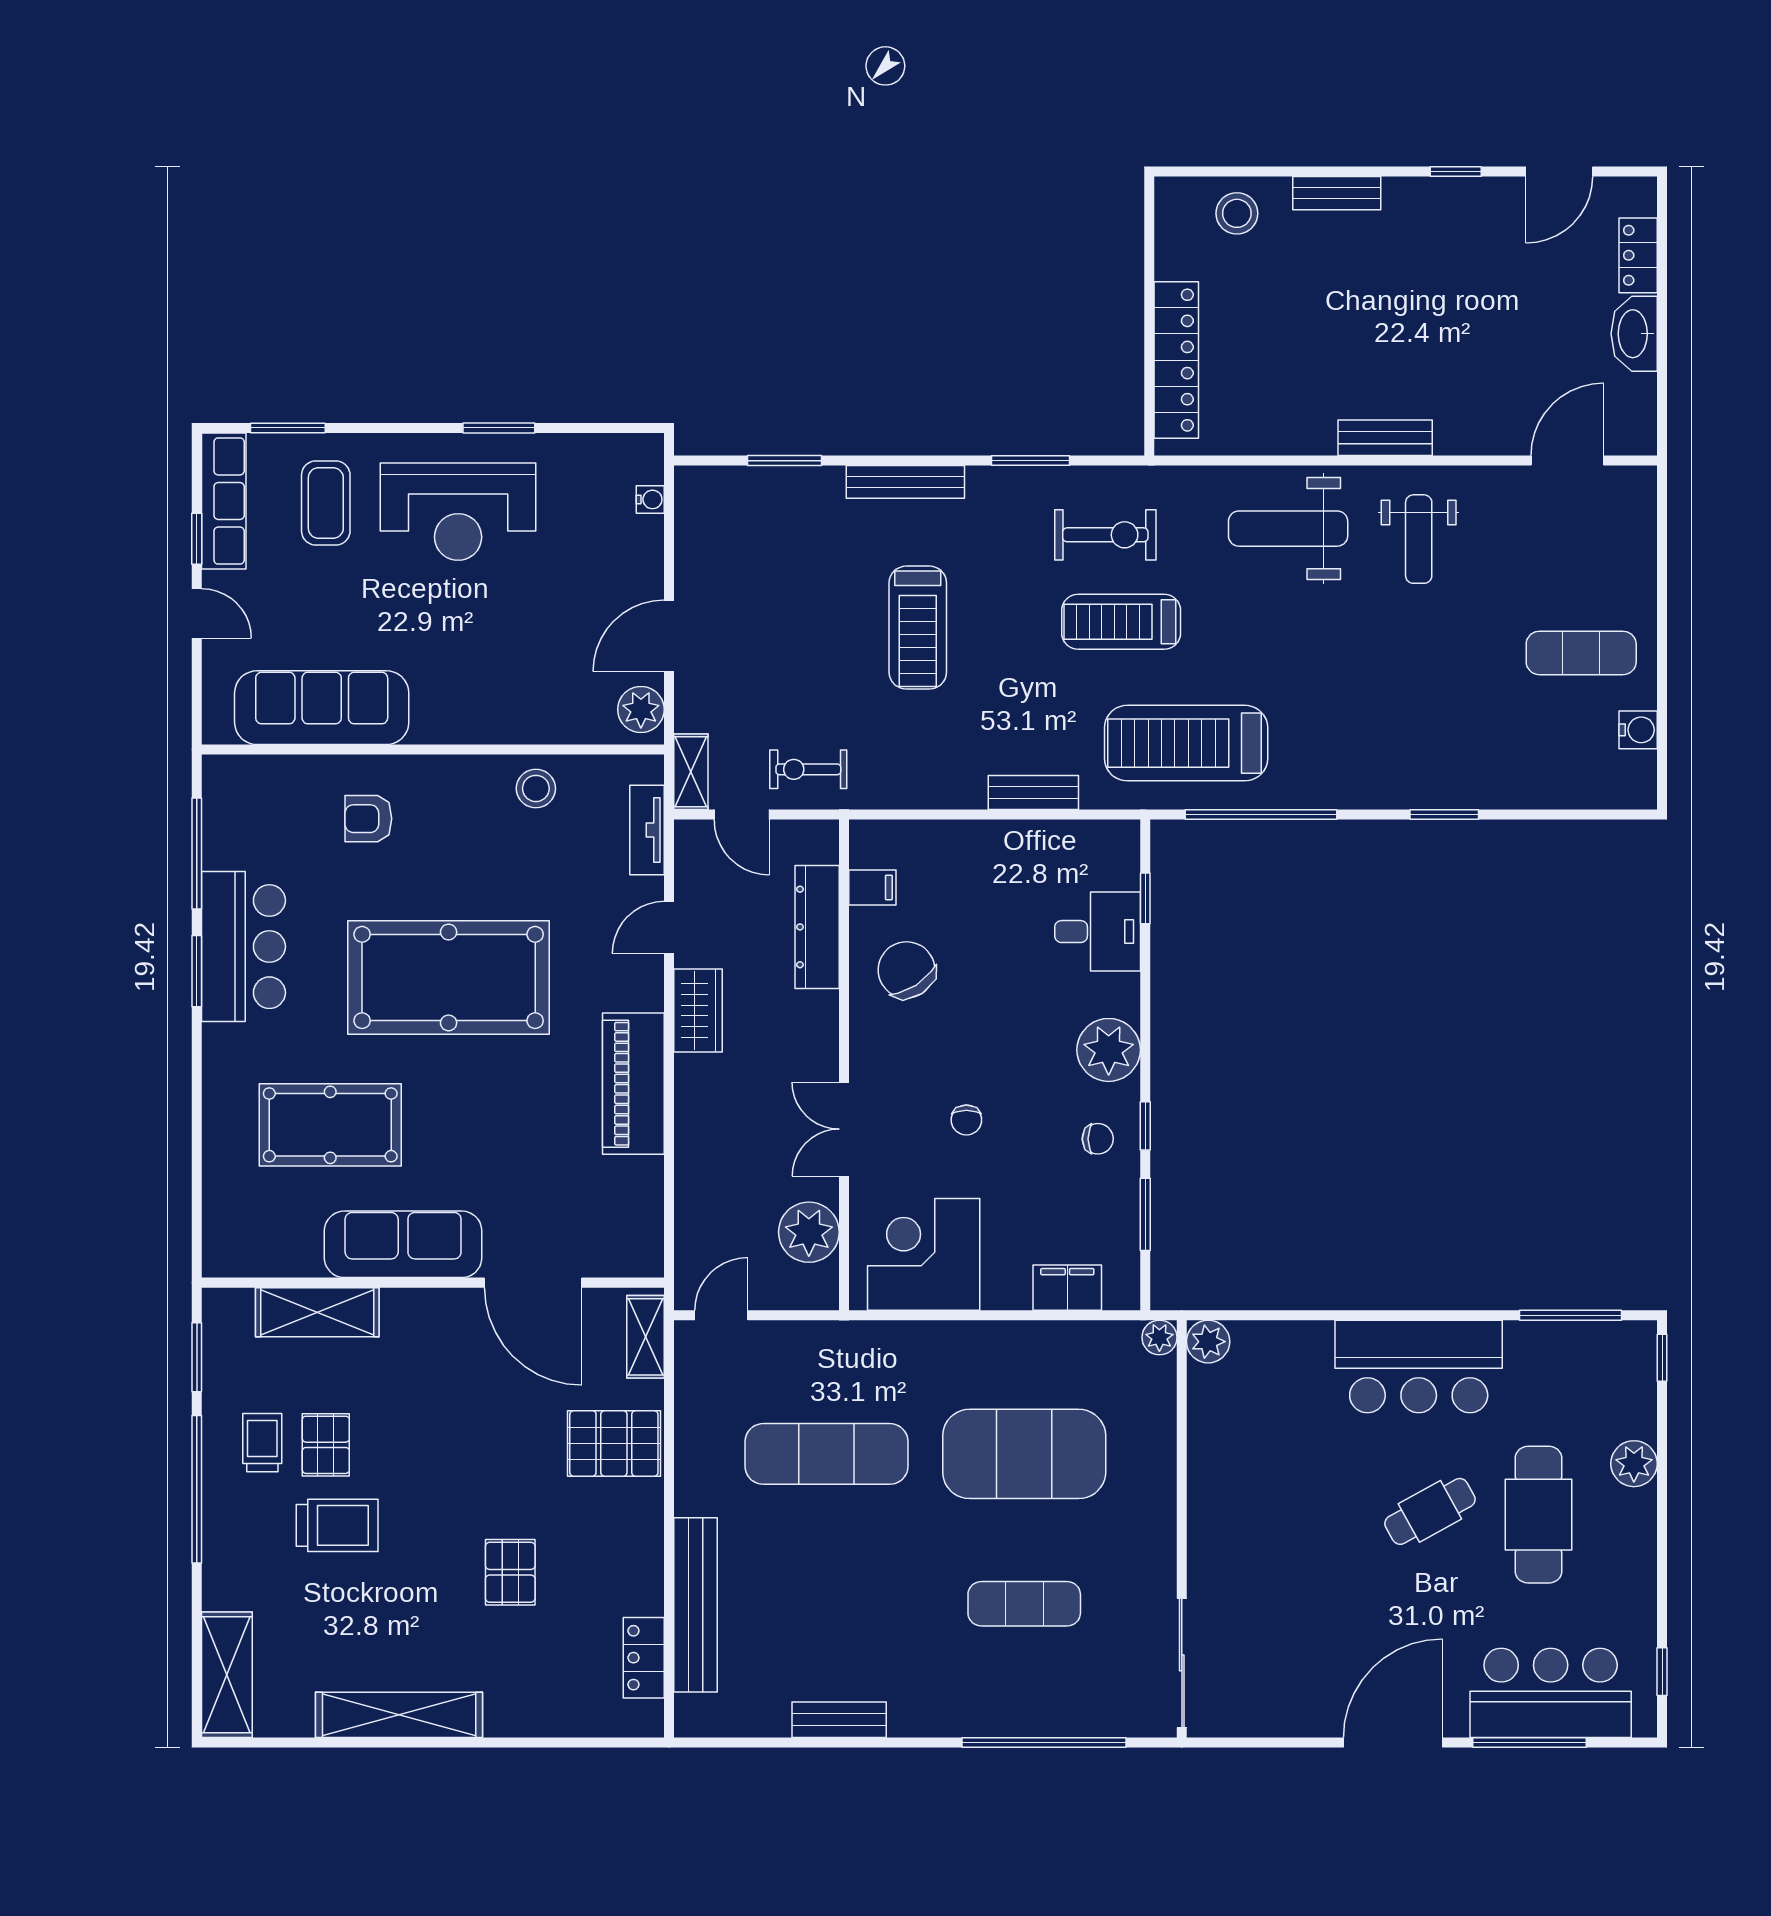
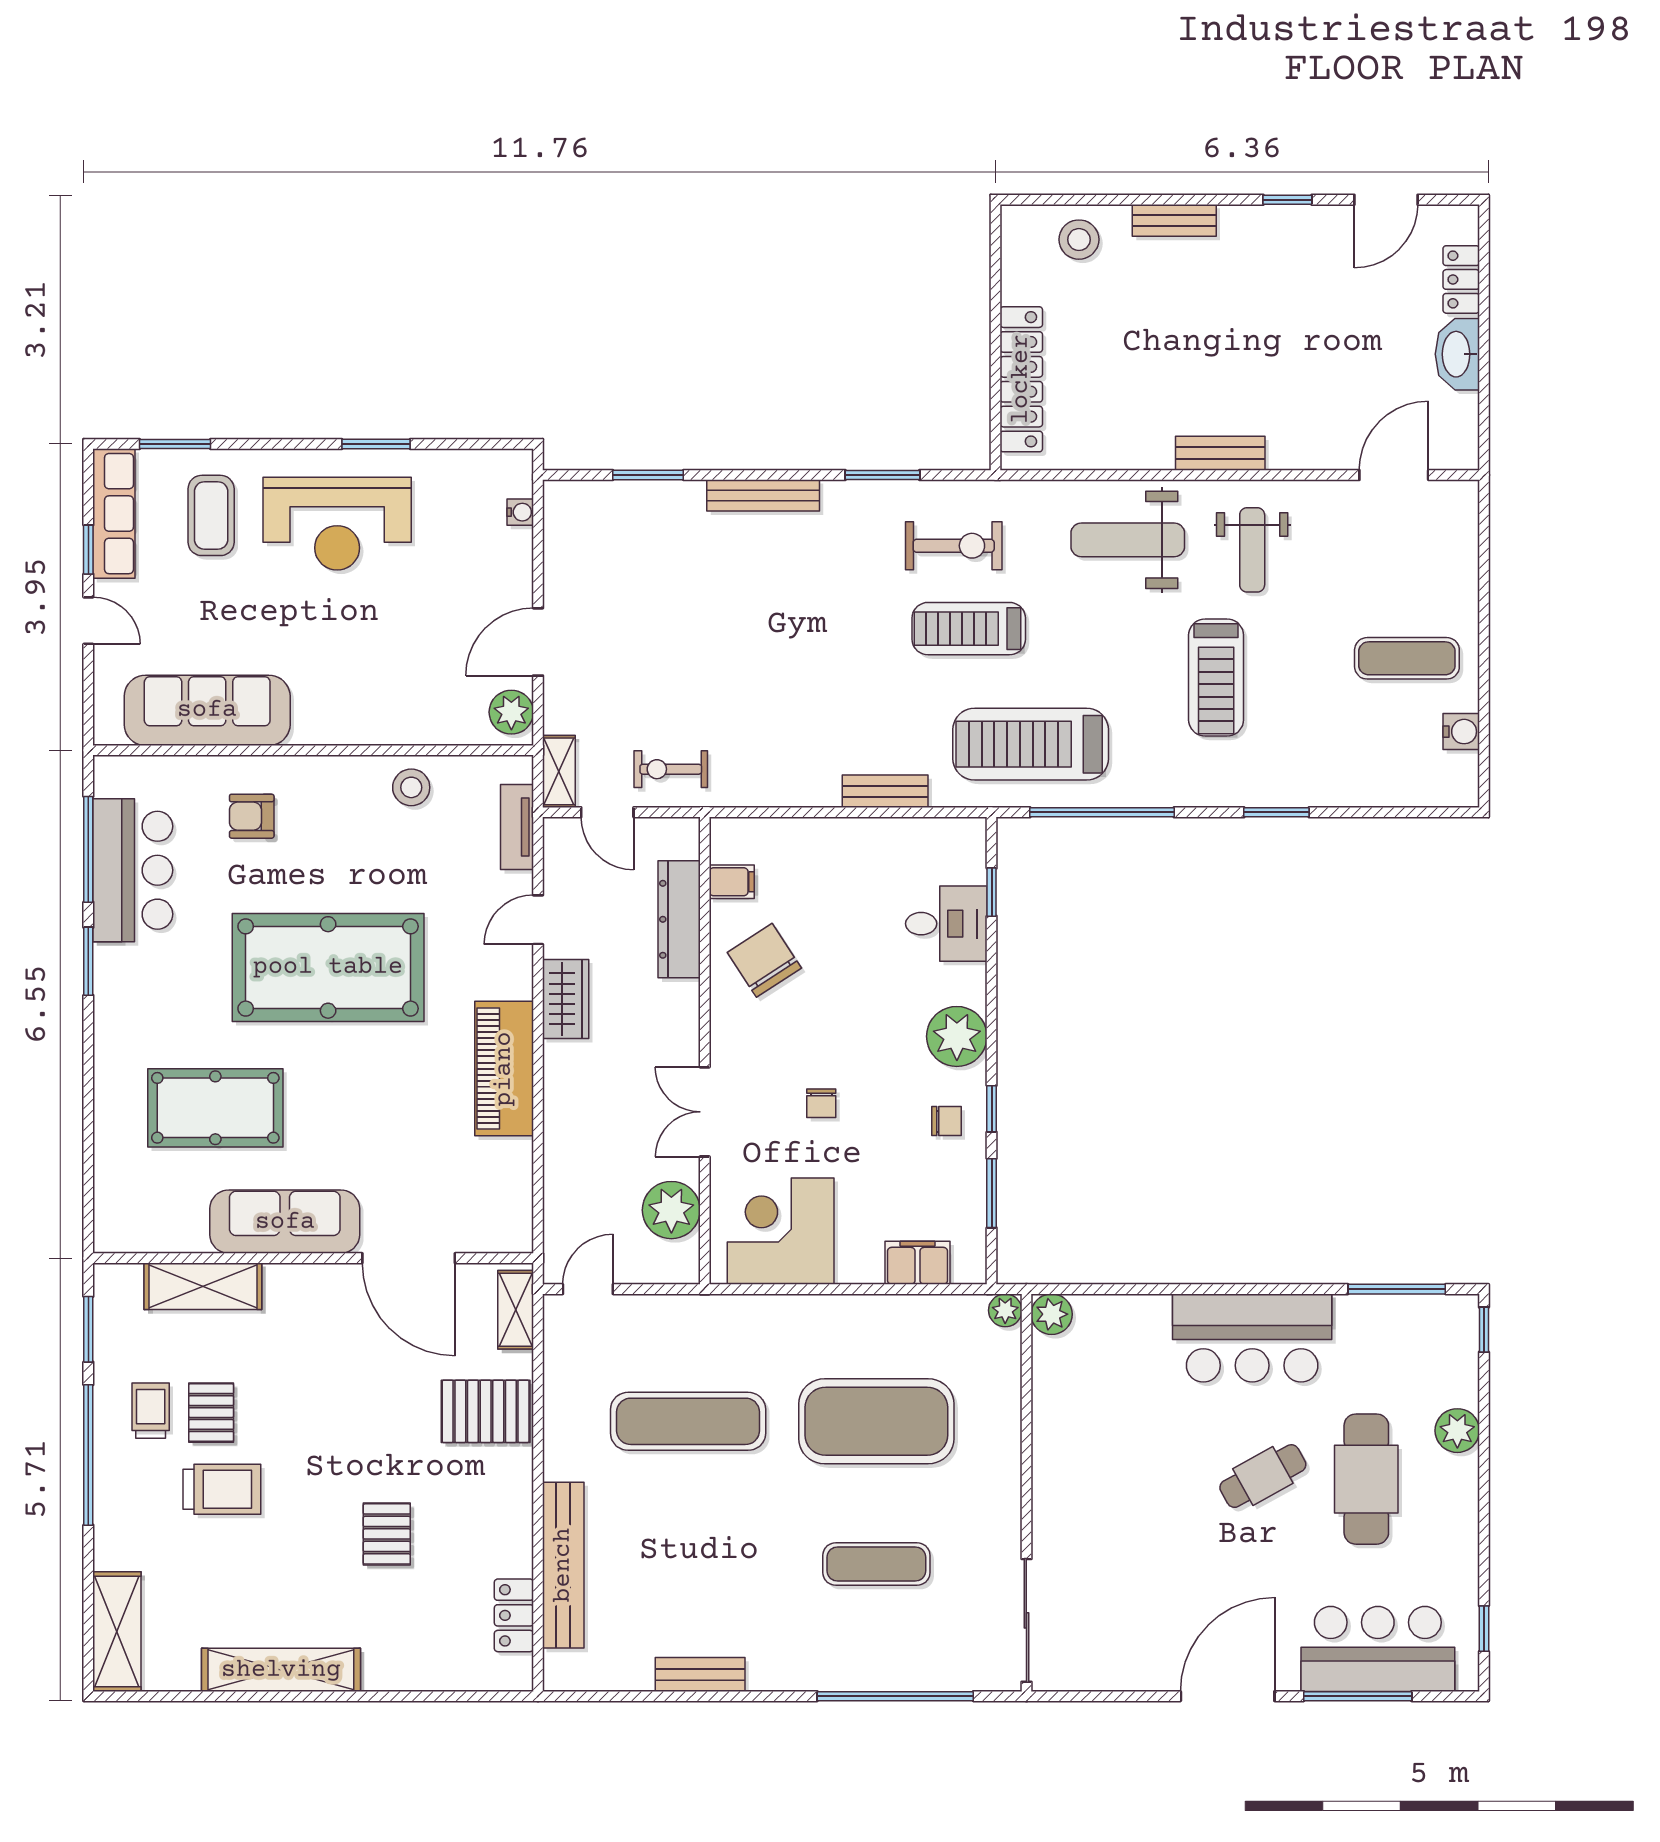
treadmill: (918, 628) -> (1216, 678), moved
bar counter: (244, 947) -> (133, 870), moved

